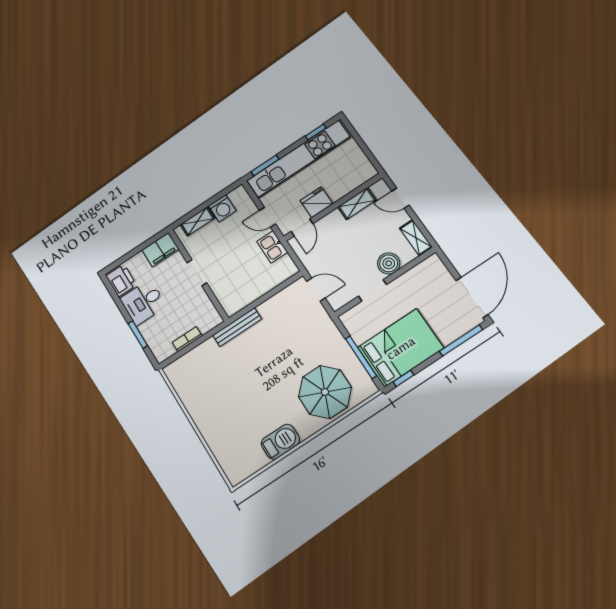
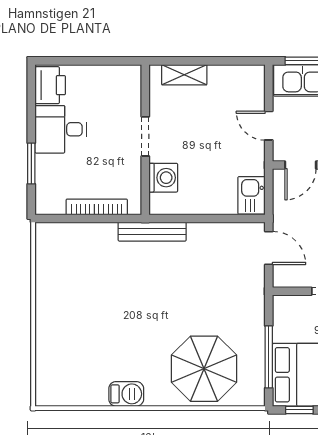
washing machine: (222, 208) -> (163, 178), moved, turned -90
kitchen sink: (272, 247) -> (252, 195), moved
filing cabinet: (160, 250) -> (119, 79), removed
bookcase: (187, 339) -> (97, 207), width x1.56
barbecue: (280, 442) -> (126, 394), width x0.73, depth x0.79

